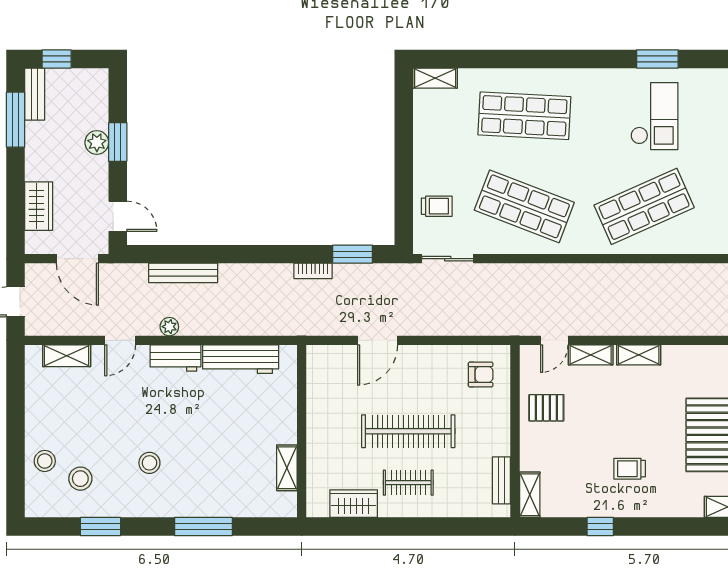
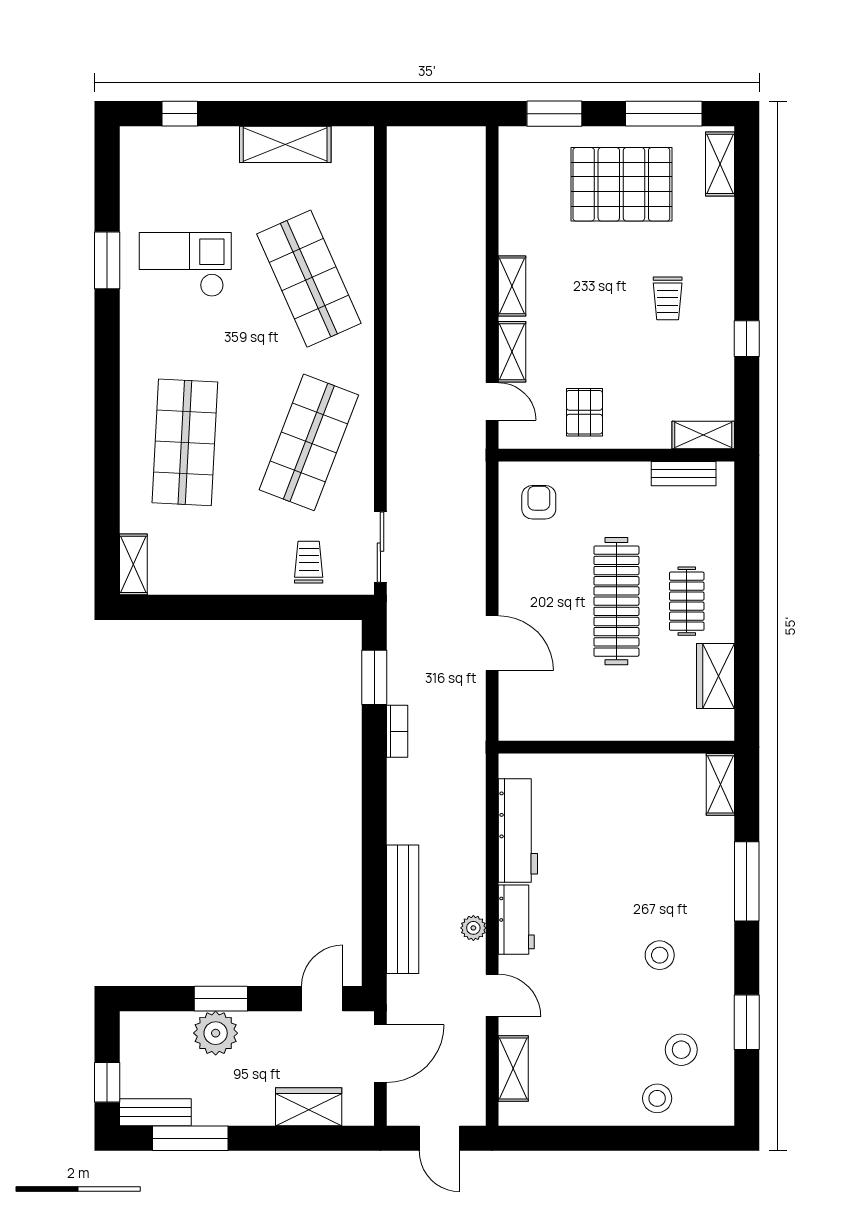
plant: (97, 142) -> (216, 1033), width x1.36, depth x1.36
bench: (183, 273) -> (403, 909), width x1.37, depth x1.21
shelving: (287, 468) -> (720, 784), moved, turned 90

